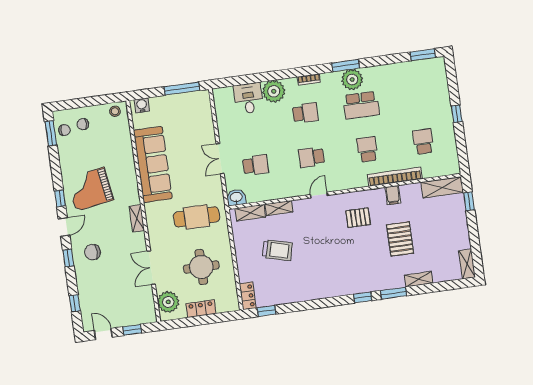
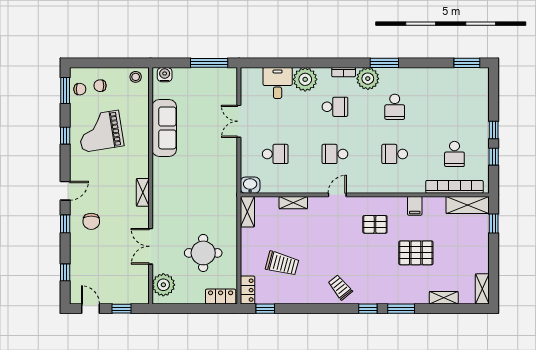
plant: (352, 80) -> (368, 79), moved
school desk: (361, 105) -> (395, 107), width x0.54
window: (460, 139) -> (494, 157), added
school desk: (423, 141) -> (454, 154), turned 180
school desk: (367, 149) -> (395, 154), turned -90
double door: (220, 159) -> (239, 121), moved
sofa: (153, 164) -> (164, 128), width x0.74, depth x0.79
bookcase: (395, 177) -> (454, 187), moved
grand piano: (90, 189) -> (100, 131), moved
window: (60, 198) -> (65, 136), moved
shelving: (250, 213) -> (247, 212), moved, turned 90
cafe table: (197, 217) -> (206, 200), removed
pallet: (400, 239) -> (416, 253), turned 90
trolley: (277, 250) -> (282, 264), moved
chair: (92, 252) -> (91, 221), turned -90
shelving: (419, 279) -> (444, 298), moved
trolley: (334, 281) -> (340, 287), added
locker: (201, 309) -> (221, 297), moved

